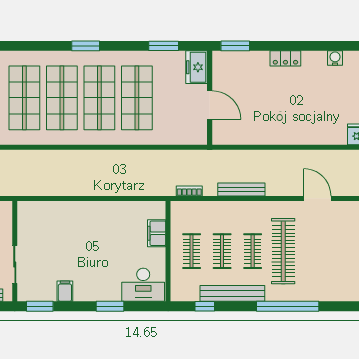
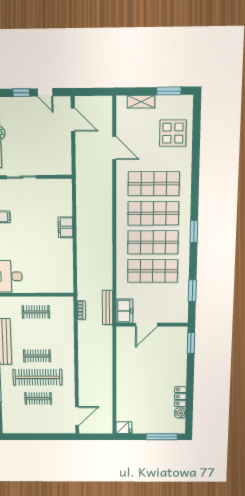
locker: (285, 58) -> (180, 397), moved
freezer: (196, 67) -> (124, 311), moved, turned 90
bench: (241, 189) -> (108, 308), moved
door: (317, 198) -> (77, 416), moved
filing cabinet: (157, 233) -> (65, 227), moved, turned -90
clothes rail: (222, 251) -> (38, 398), moved

